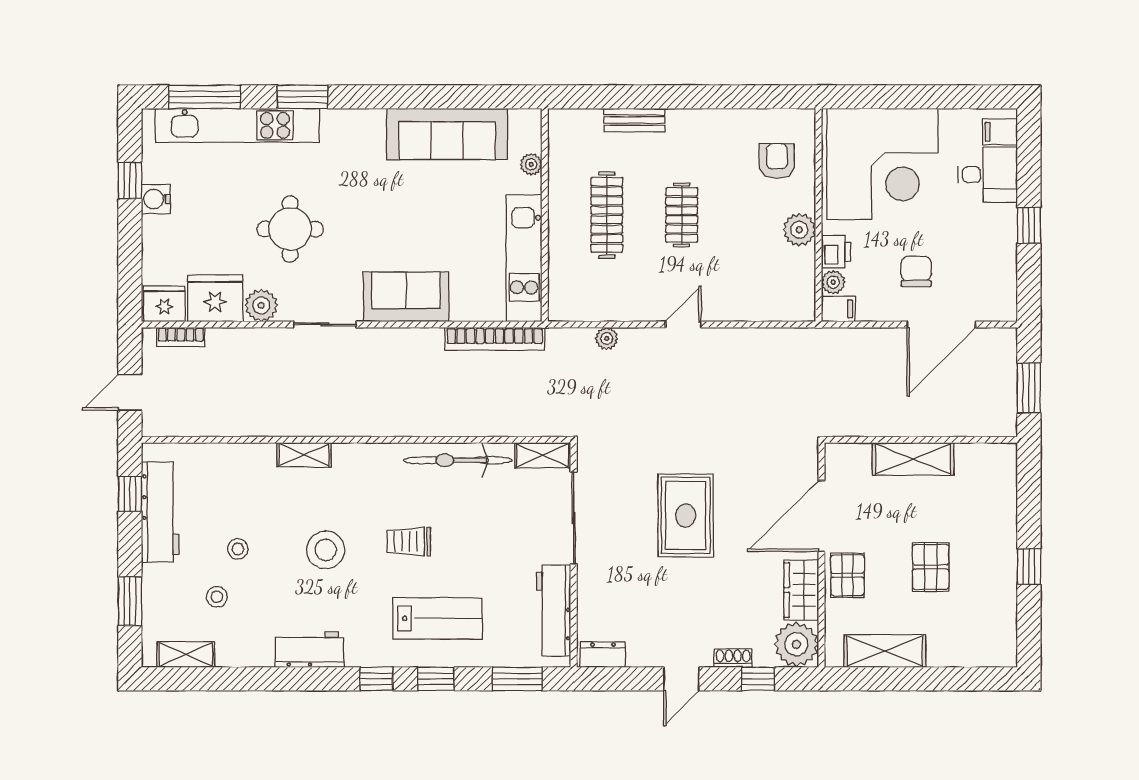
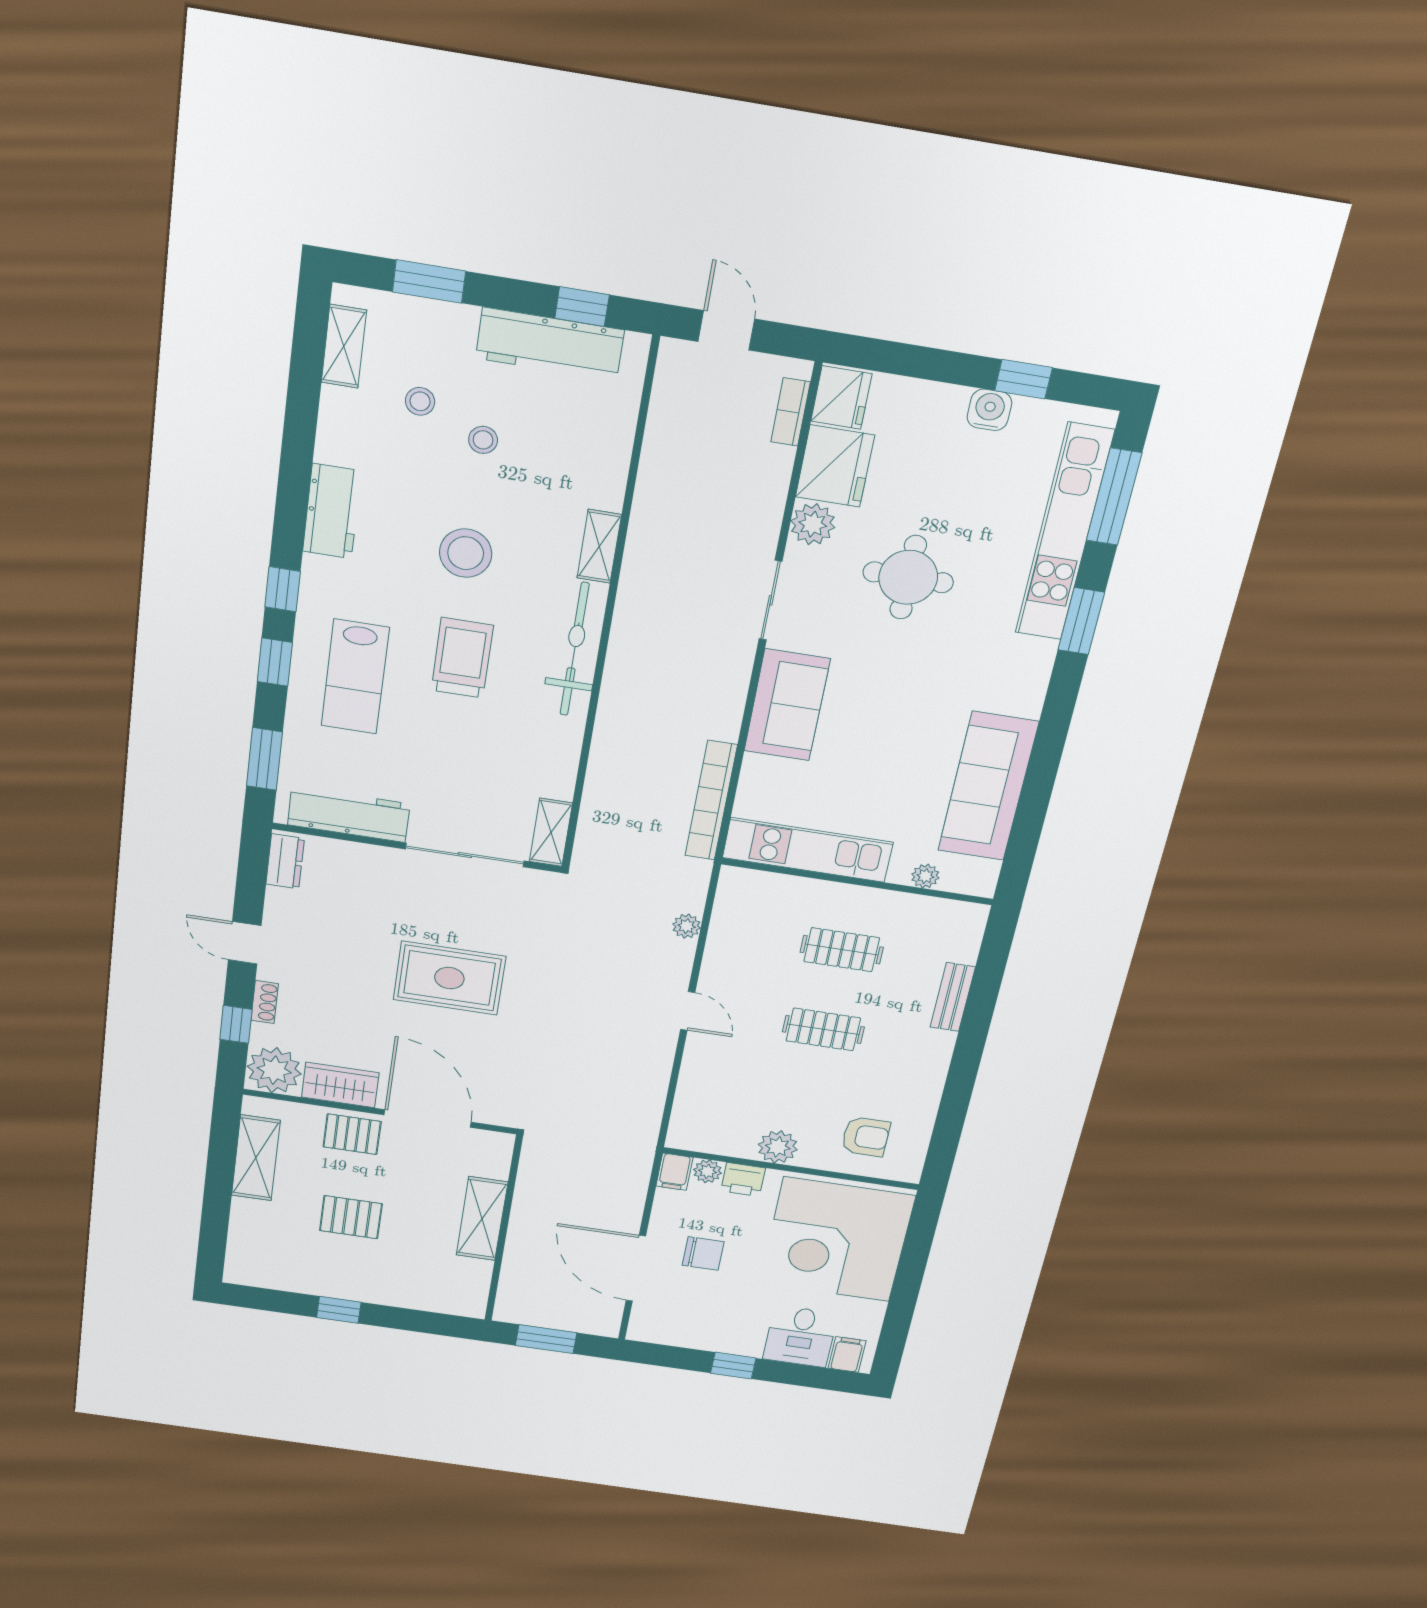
clothes rail: (607, 215) -> (842, 950), width x0.73
bicycle: (458, 460) -> (575, 649), moved
trolley: (409, 542) -> (462, 658), width x1.36, depth x1.39

